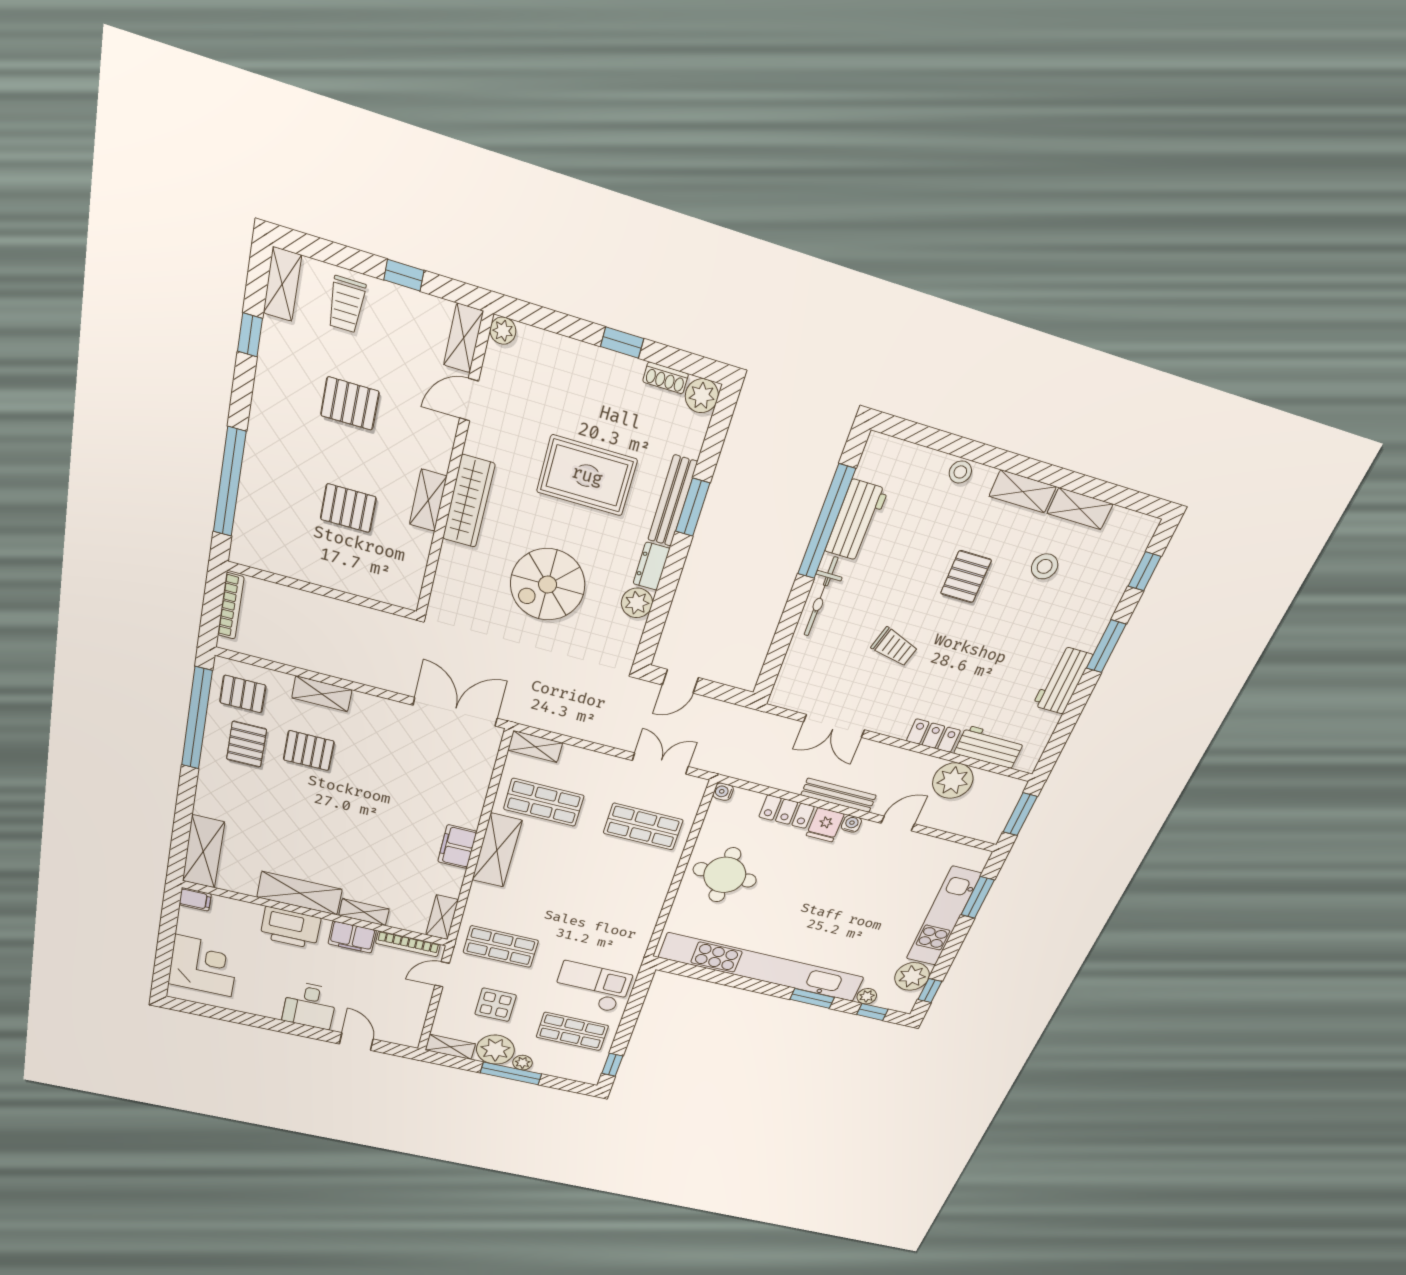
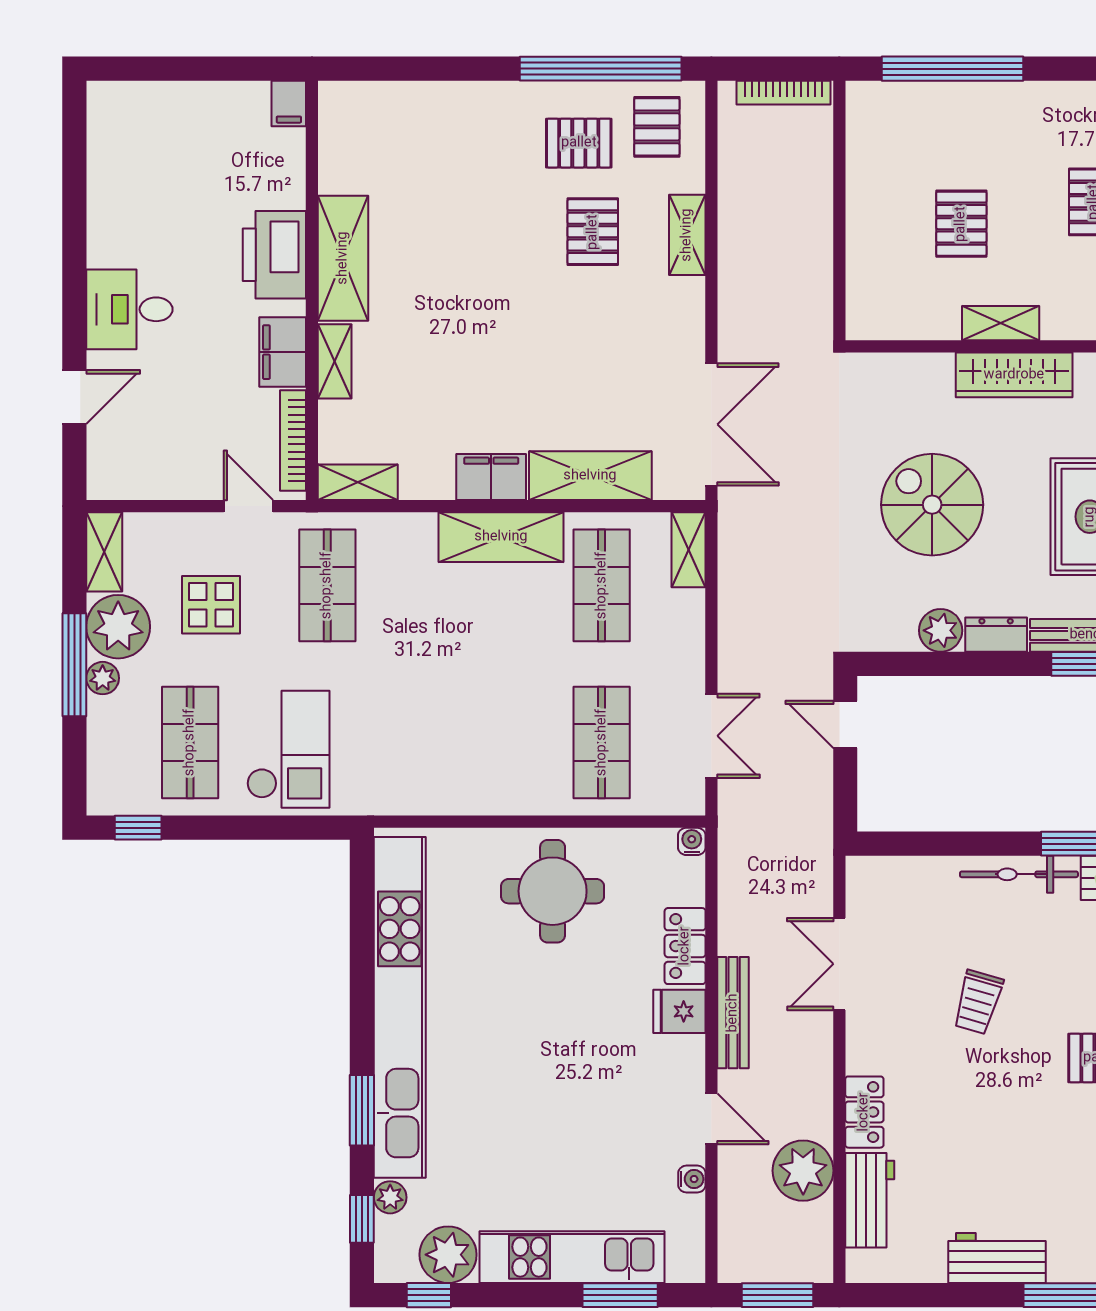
water cooler: (851, 824) -> (692, 1179), moved
shelving: (203, 852) -> (590, 476), moved
corner desk: (203, 966) -> (164, 132), removed

